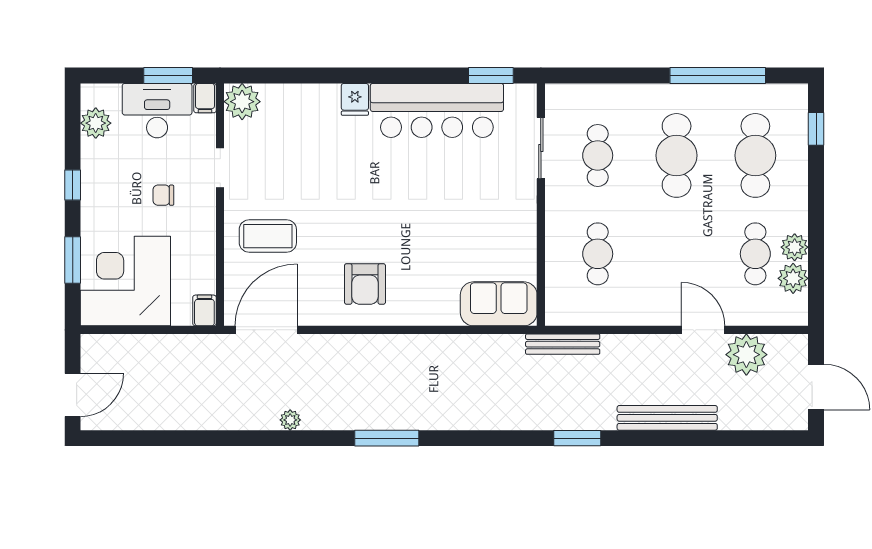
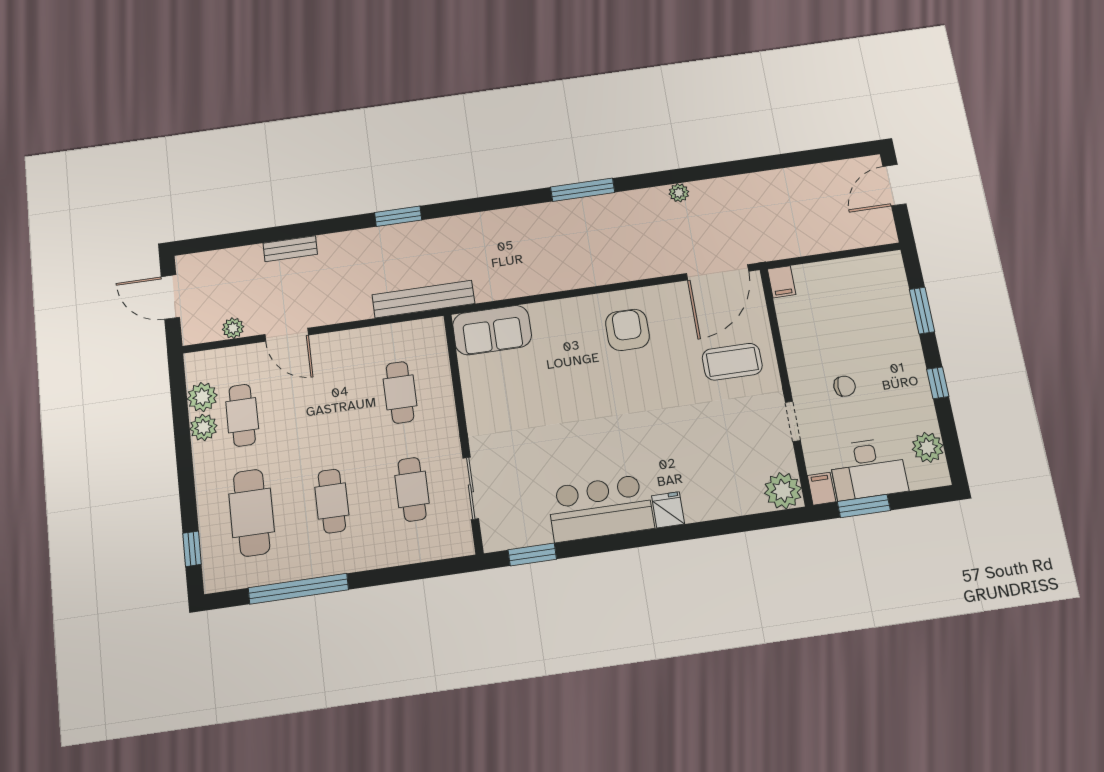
bar counter: (437, 110) -> (600, 508), width x0.73
cafe table: (677, 155) -> (332, 501), width x0.73, depth x0.74
corner desk: (125, 281) -> (865, 298), removed
bench: (563, 344) -> (423, 299), width x1.37, depth x1.21
plant: (746, 355) -> (233, 328), width x0.53, depth x0.53
bench: (667, 418) -> (290, 249), width x0.54, depth x0.82

